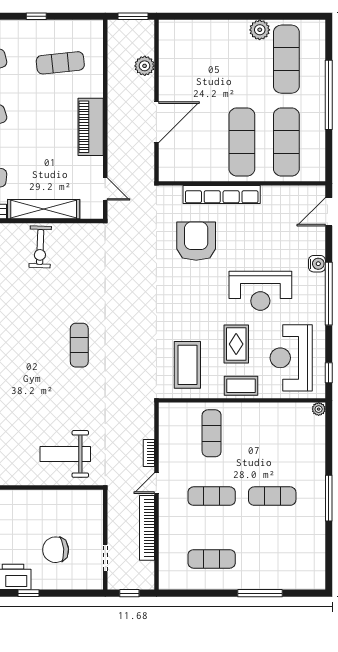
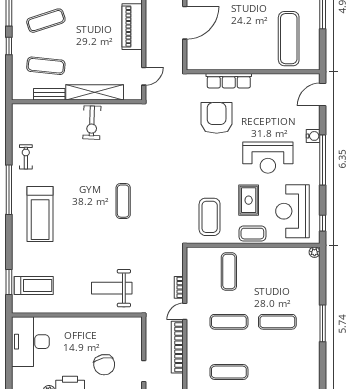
exercise mat: (242, 142) -> (253, 39), removed
door: (105, 189) -> (144, 76), hinge flipped
row of seats: (222, 195) -> (229, 81), width x0.73
chair: (56, 550) -> (104, 365), turned -97

